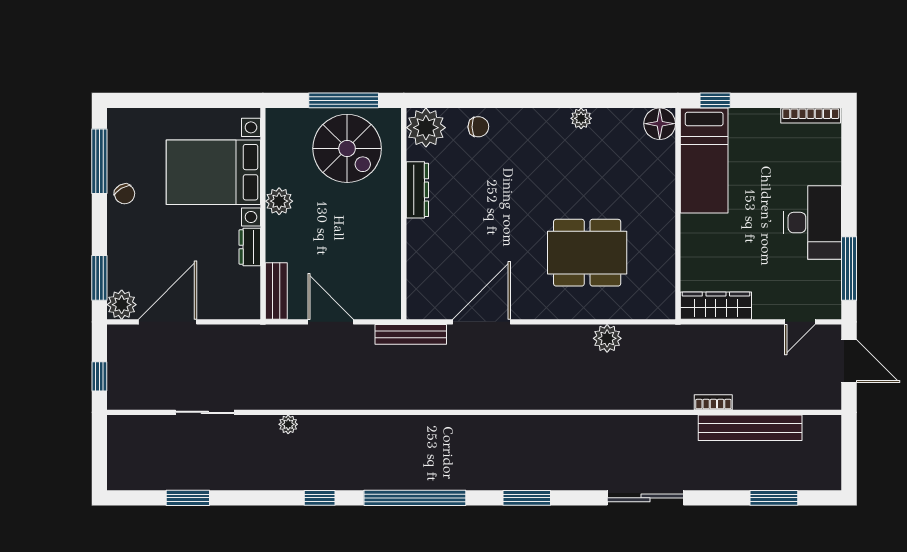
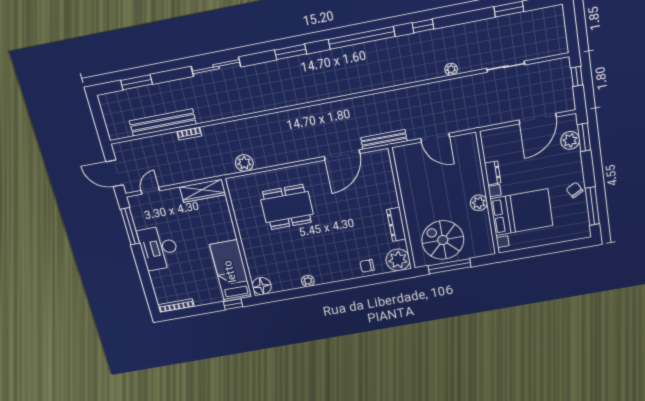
bench: (276, 291) -> (472, 150), removed
plant: (122, 305) -> (570, 140), moved
plant: (607, 338) -> (244, 163), moved

